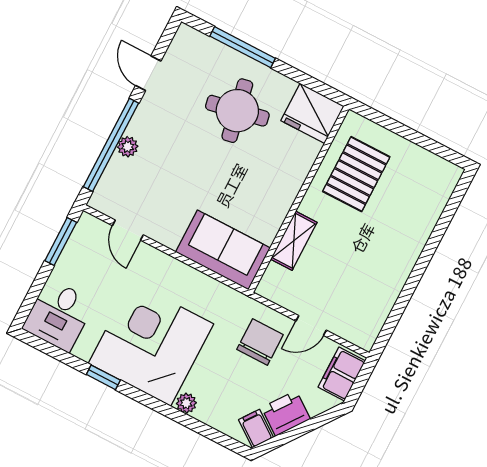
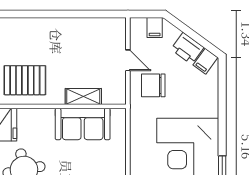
sofa: (223, 250) -> (83, 124), moved, turned -90
filing cabinet: (342, 374) -> (155, 28), width x0.50
plant: (186, 403) -> (212, 110), removed

